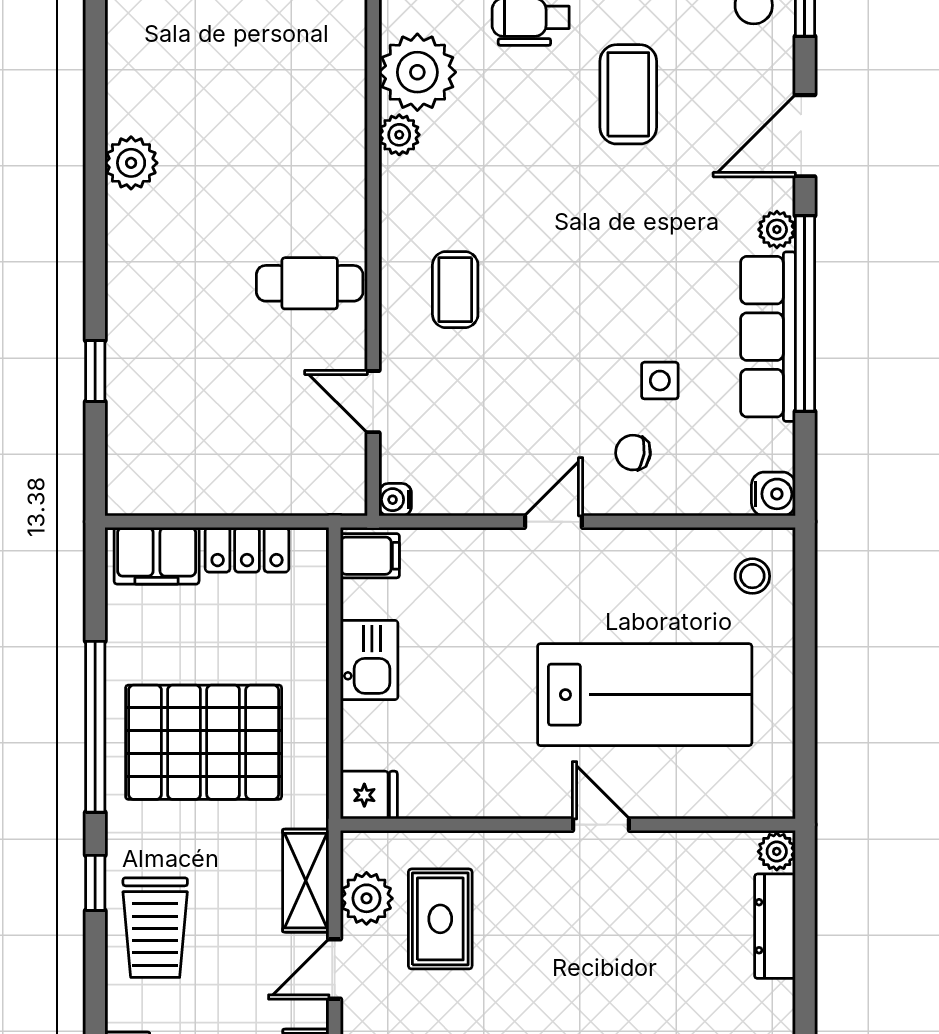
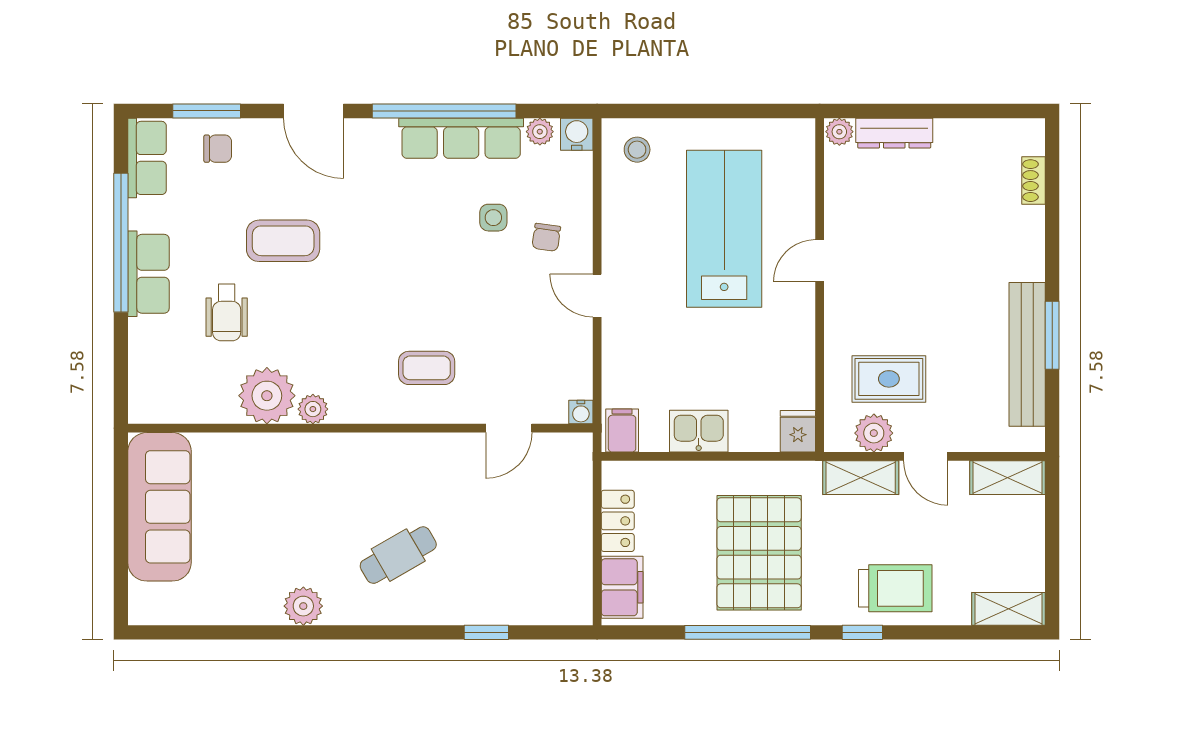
plant: (131, 163) -> (303, 606), moved
plant: (777, 230) -> (540, 132), moved
cafe table: (310, 283) -> (398, 555), moved, turned 60

